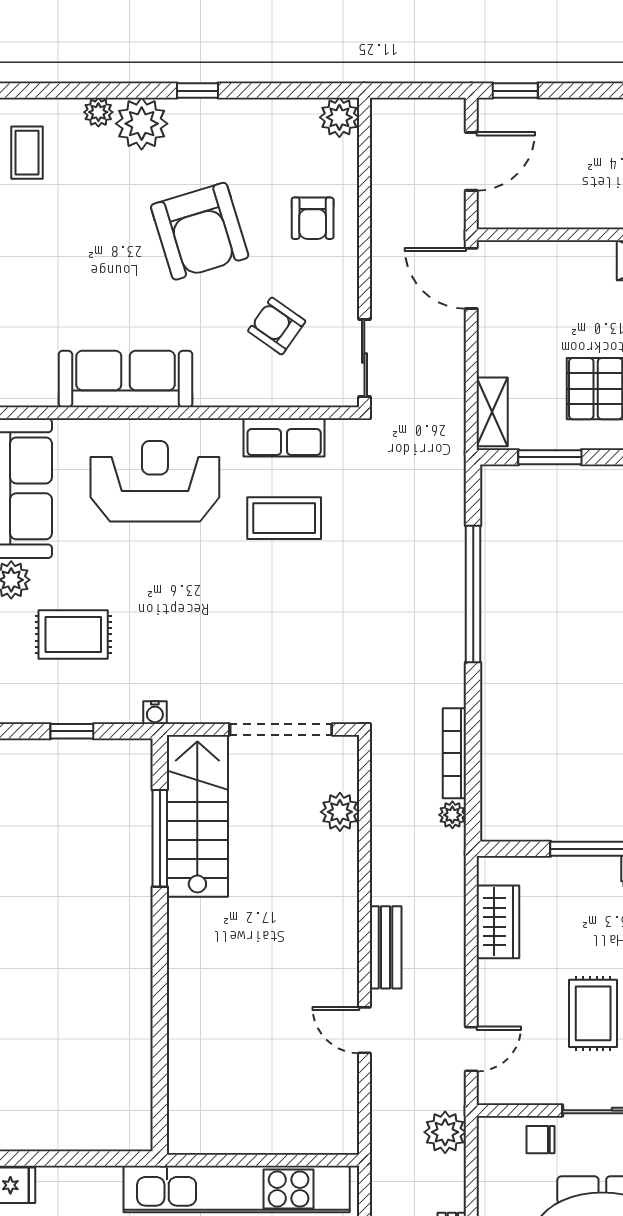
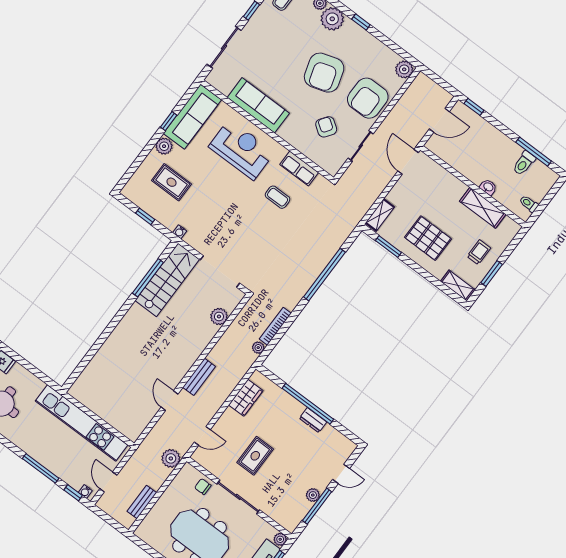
armchair: (313, 218) -> (368, 98), width x1.88, depth x1.88
sliding door: (364, 358) -> (361, 146), moved
coffee table: (284, 518) -> (278, 197), width x0.73, depth x0.77

